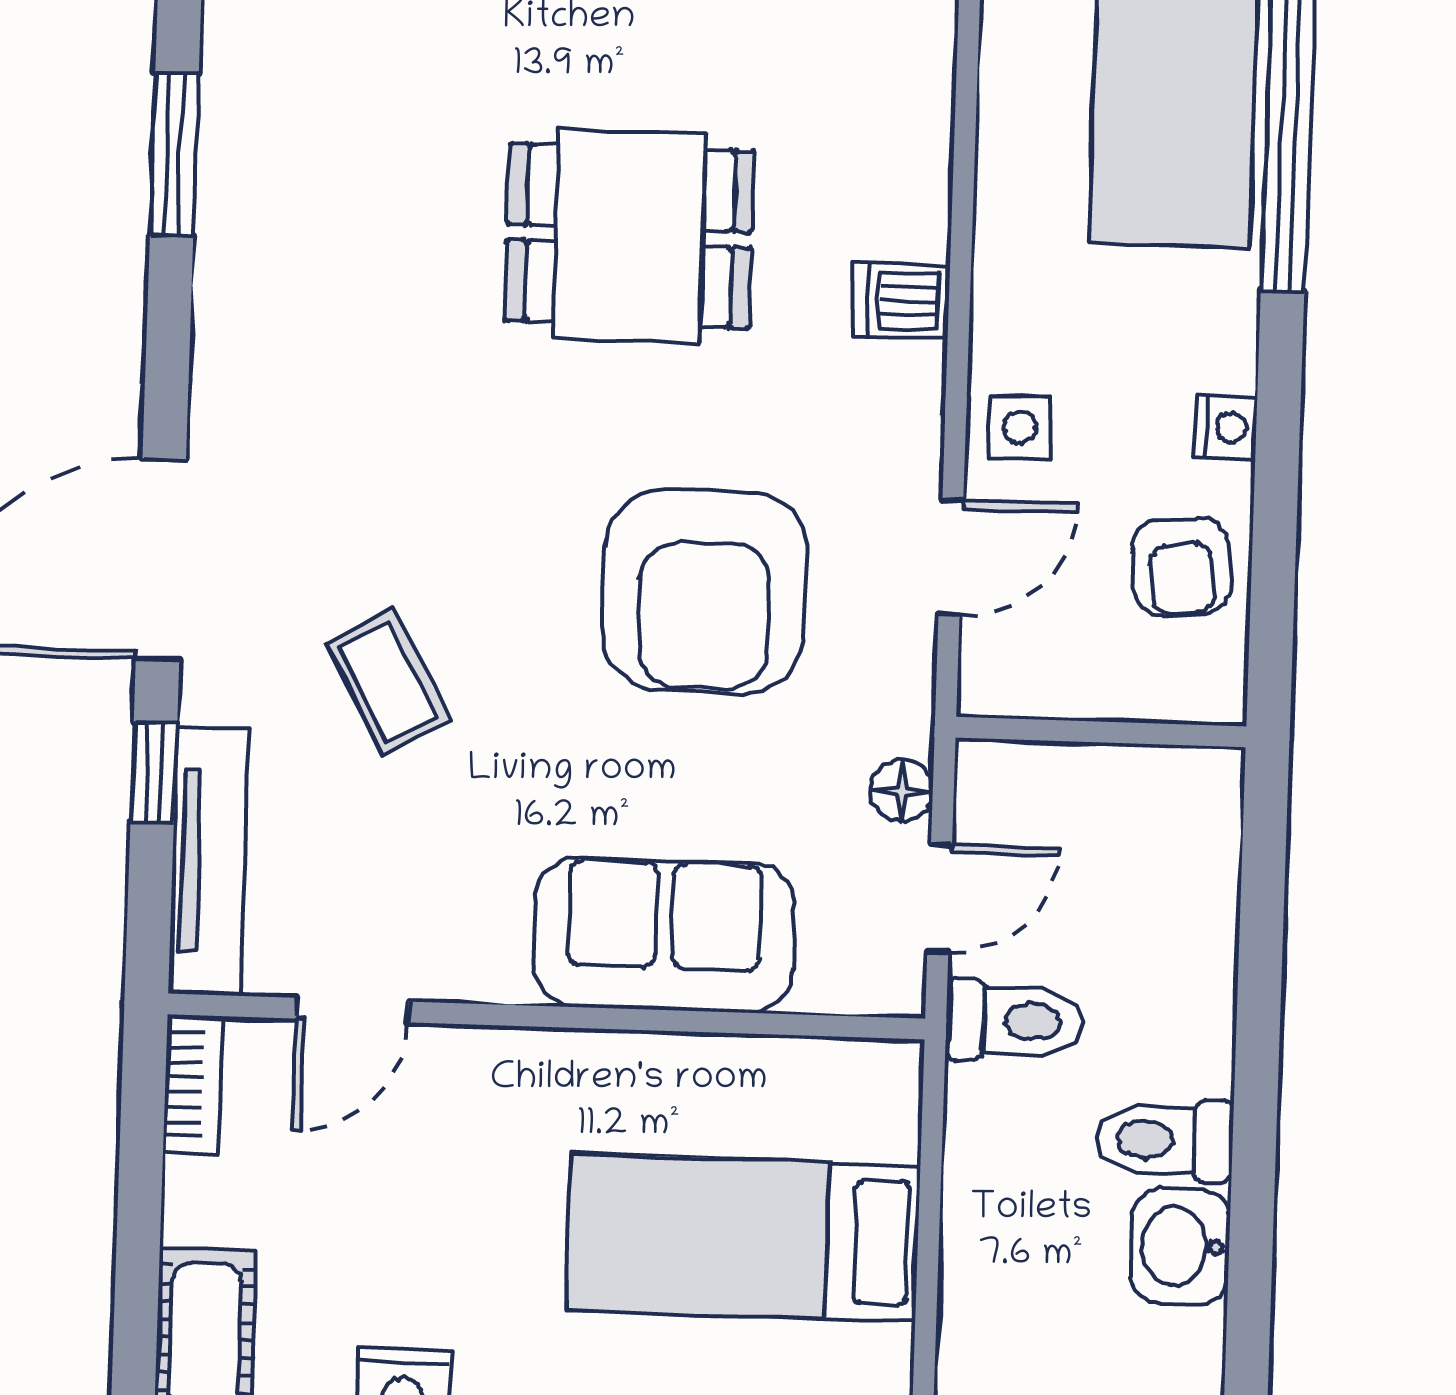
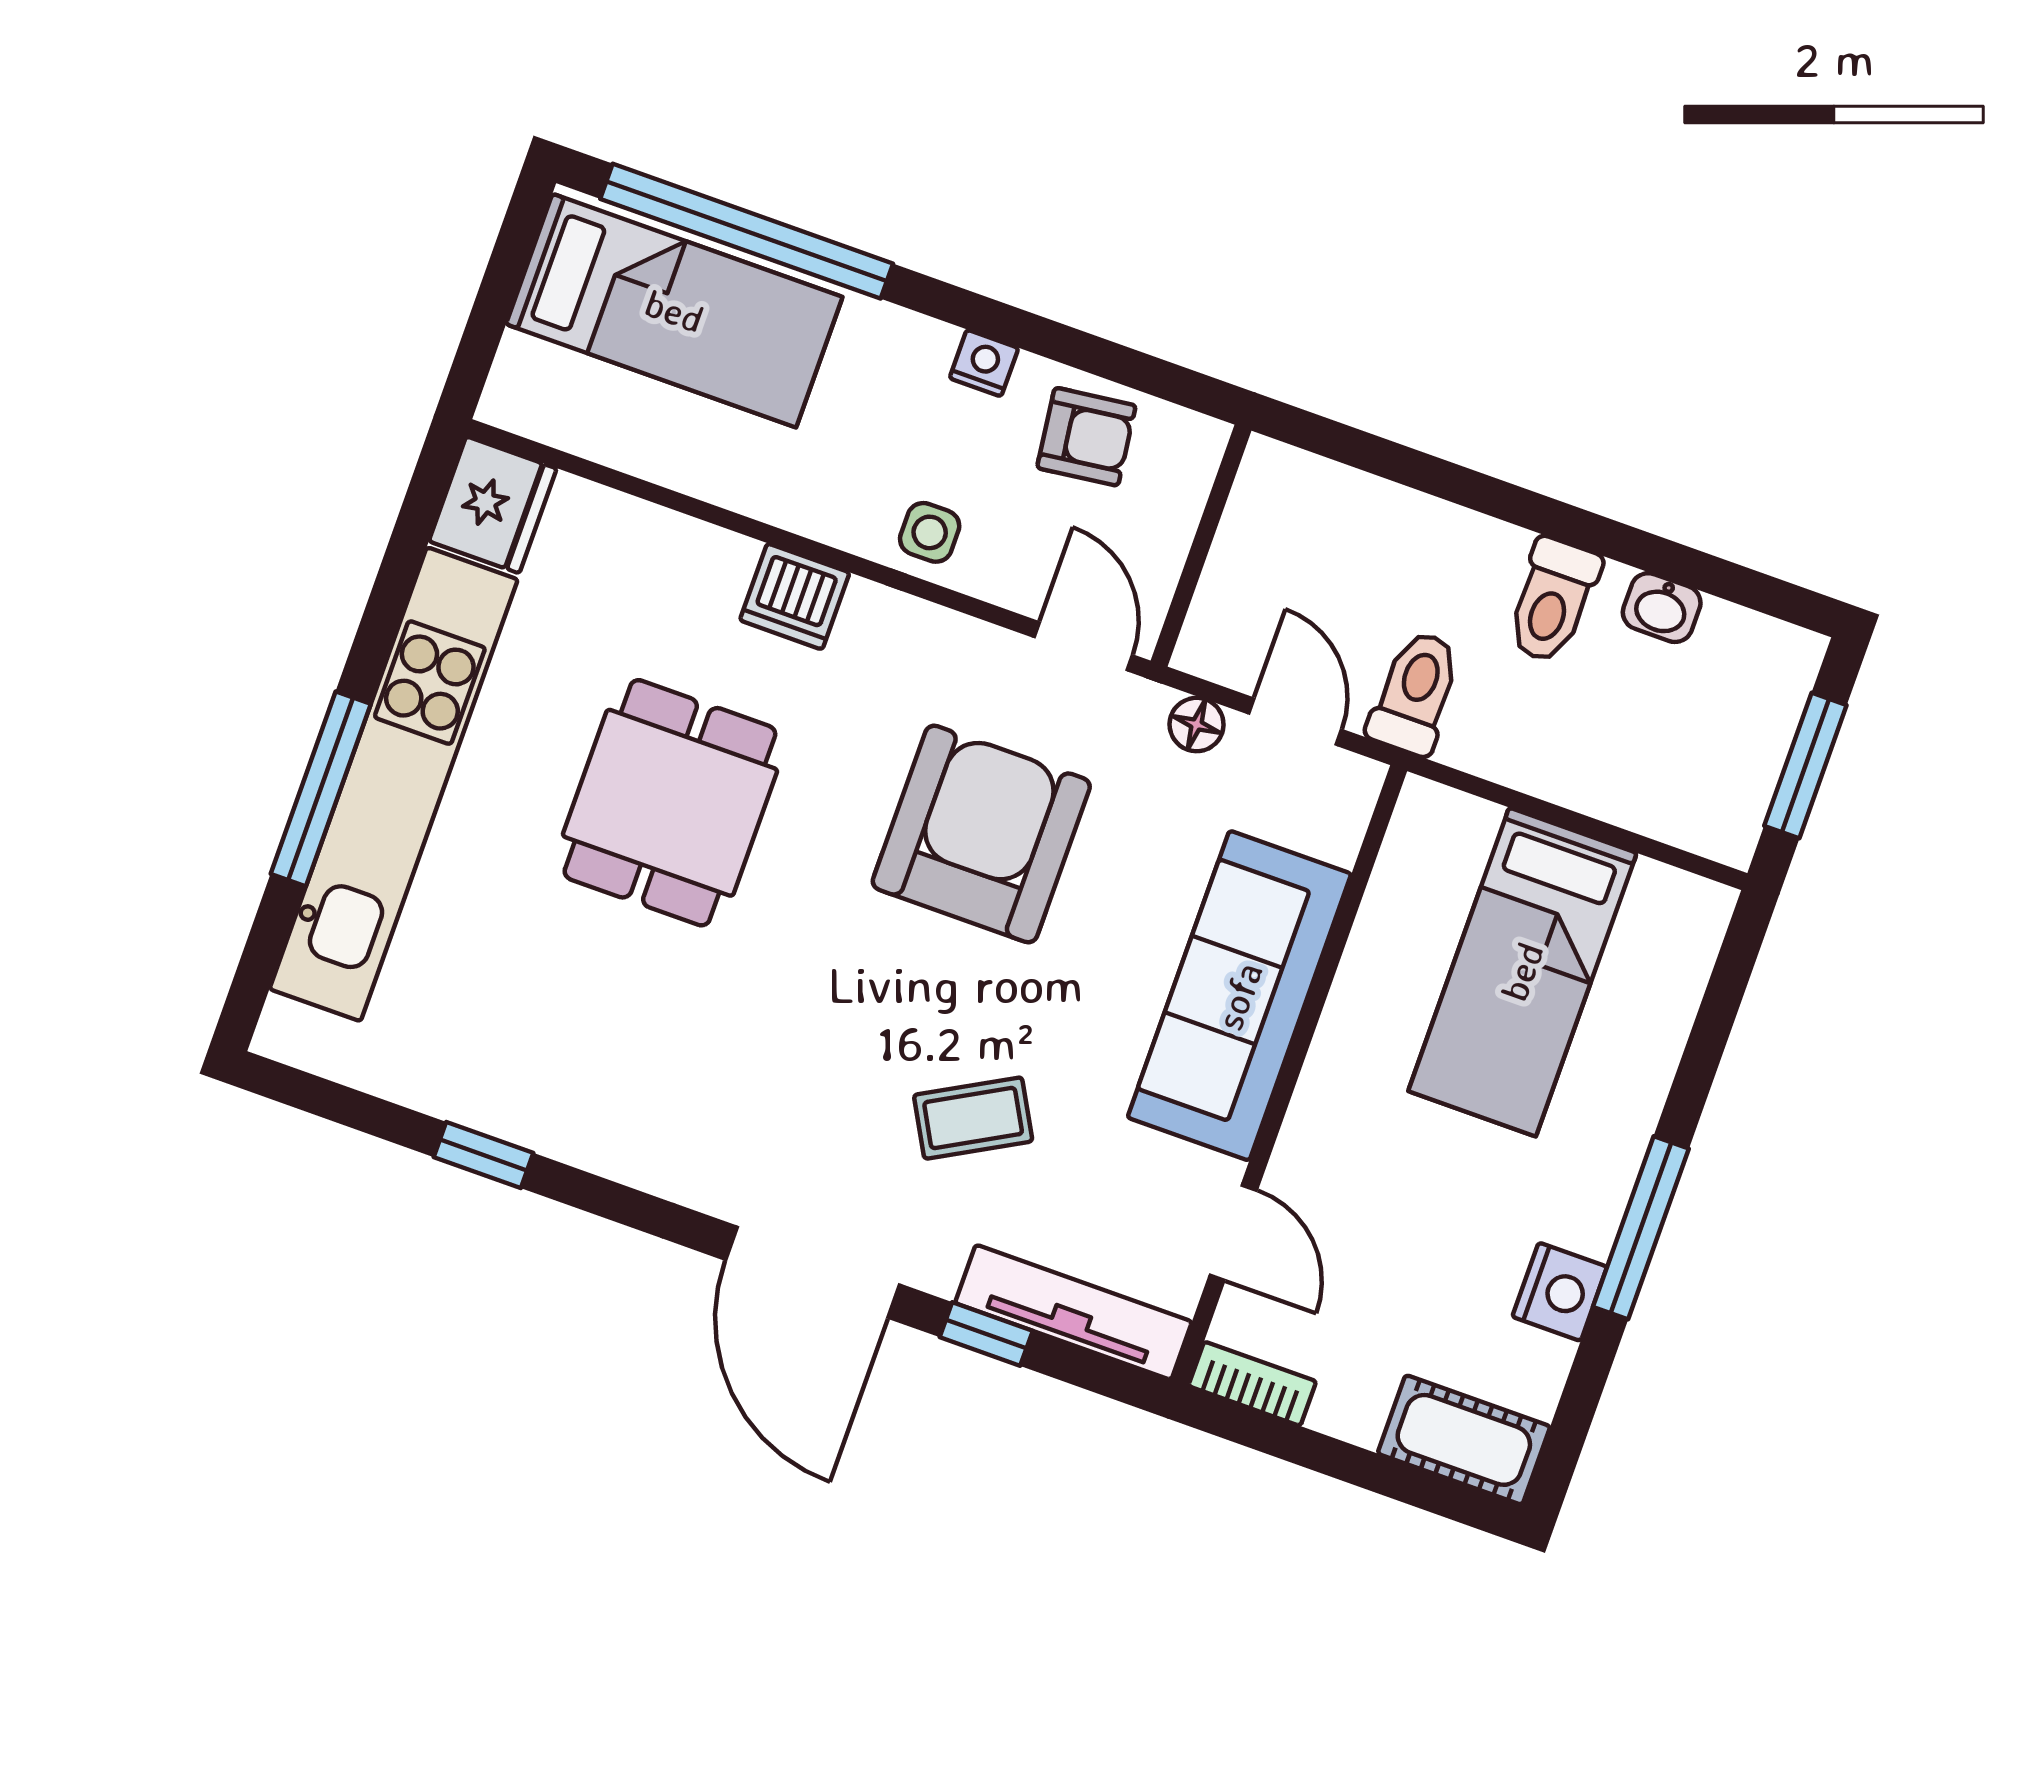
window: (174, 154) -> (483, 1155), width x0.67
dishwasher: (901, 301) -> (795, 596), width x1.38
door: (951, 557) -> (1083, 646), moved
armchair: (705, 591) -> (981, 834), turned -90
sofa: (664, 935) -> (1239, 996), width x1.36
washbasin: (1181, 1247) -> (1662, 608), width x0.72, depth x0.69

